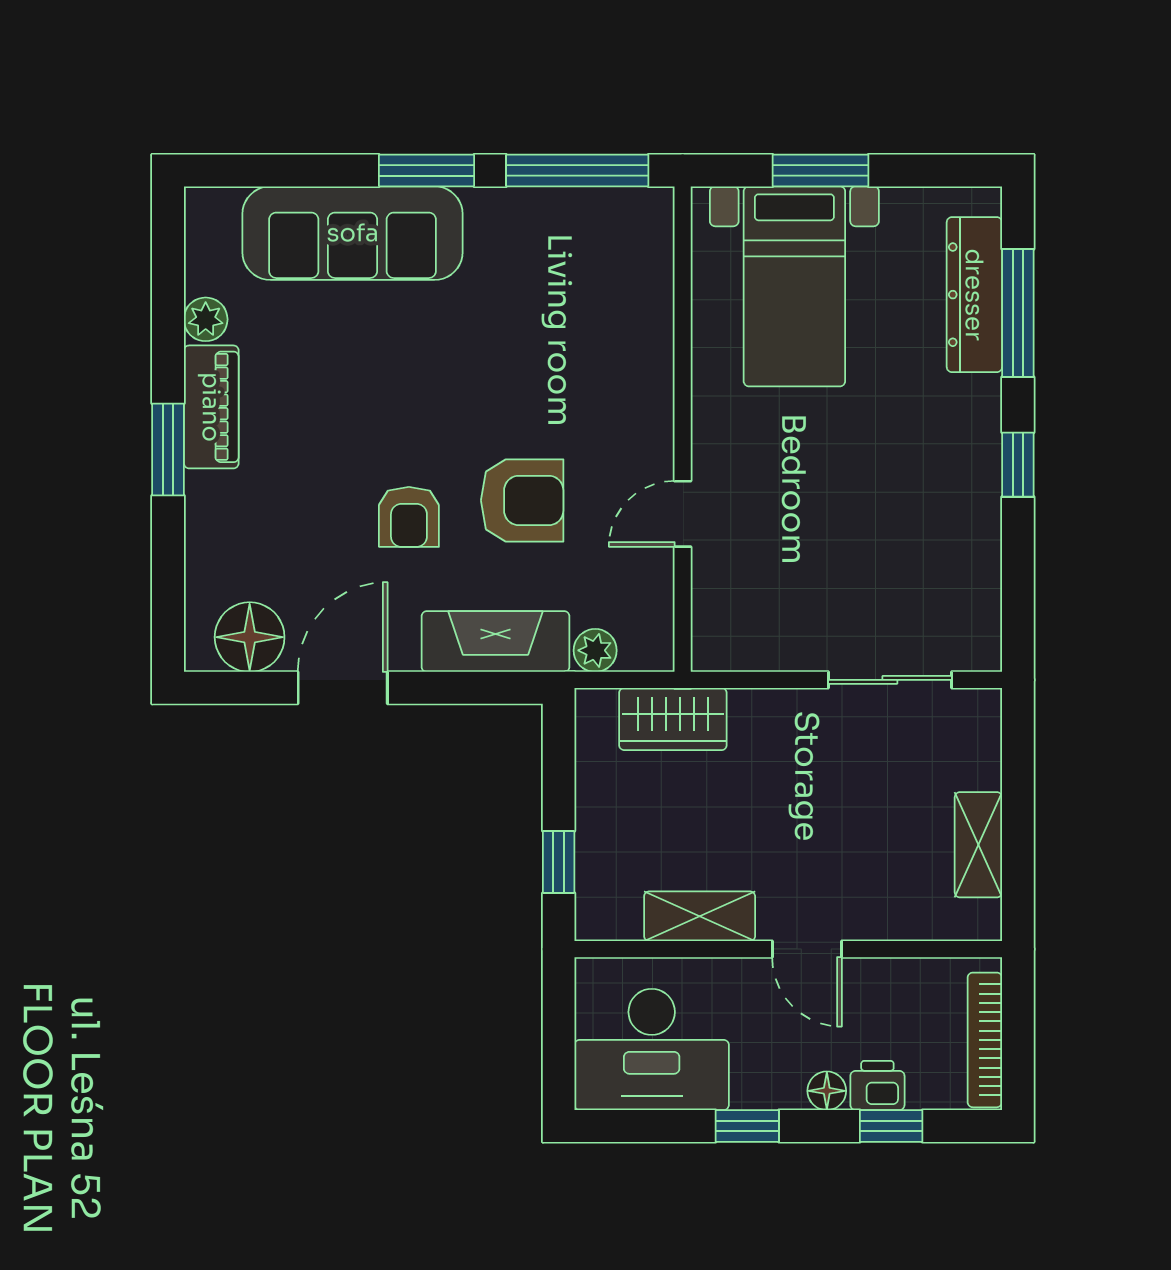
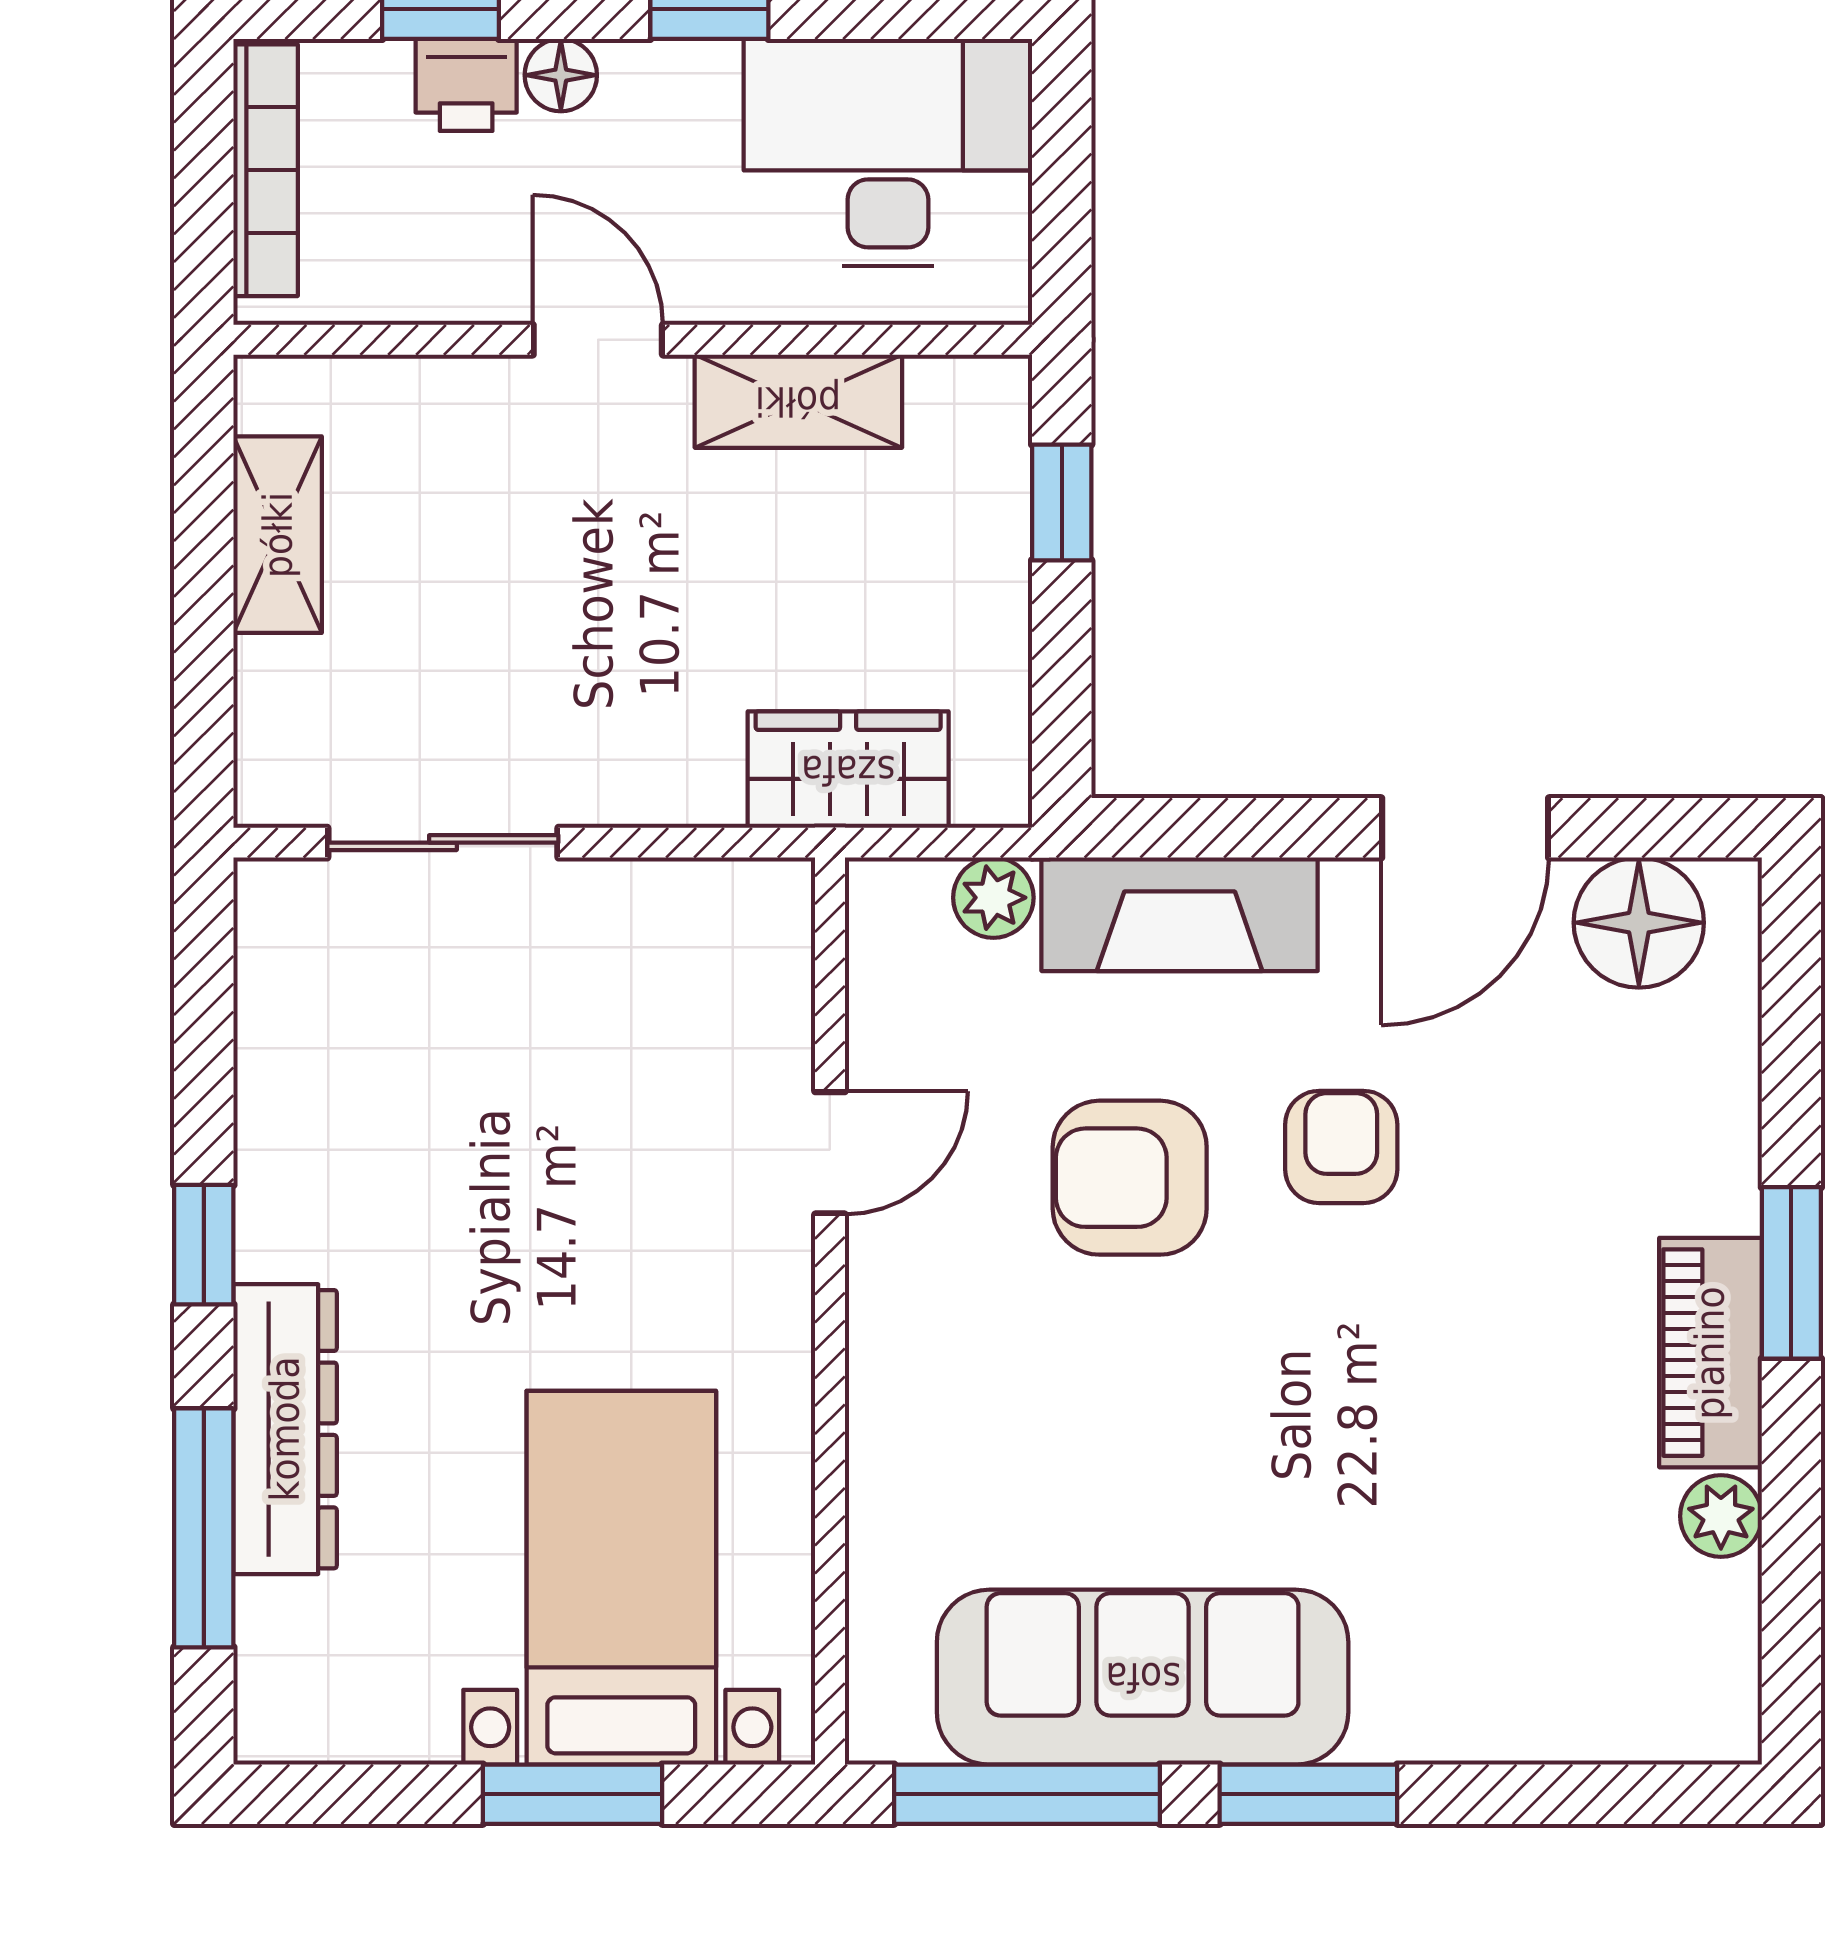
sofa: (353, 233) -> (1143, 1677), moved
dresser: (974, 295) -> (285, 1429), moved

